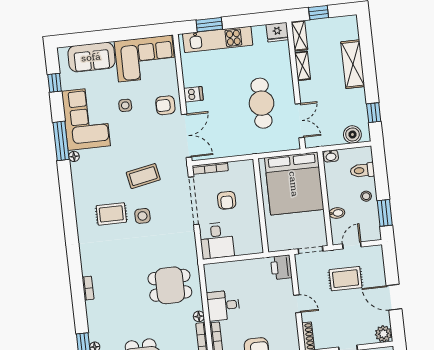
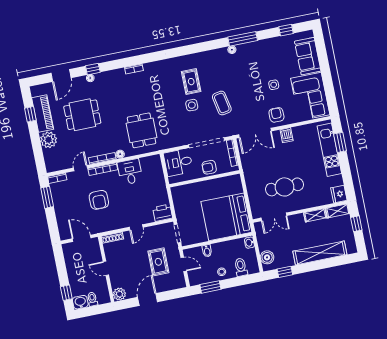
shelving: (353, 64) -> (320, 253), width x1.47
corner sofa: (86, 119) -> (261, 56), removed
wall: (261, 206) -> (205, 179), moved

